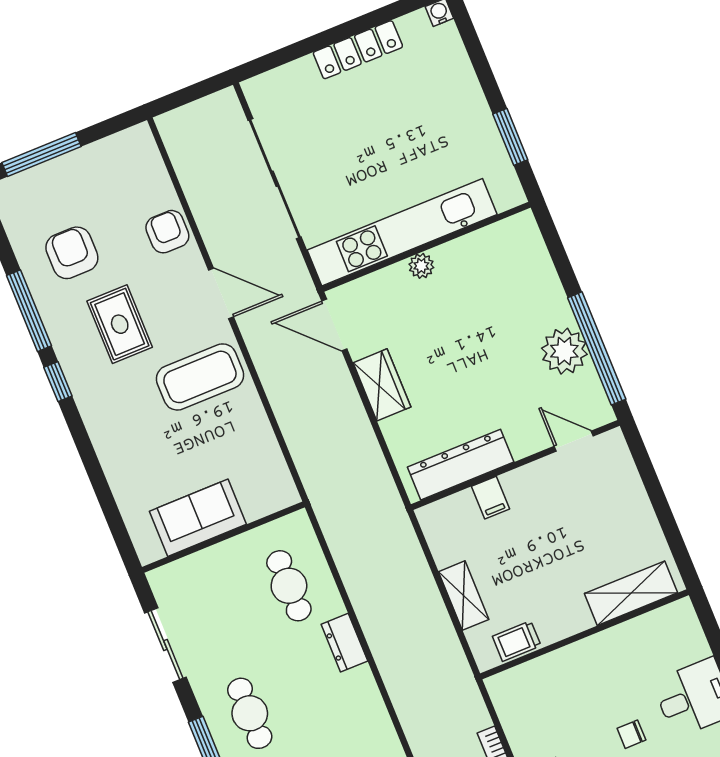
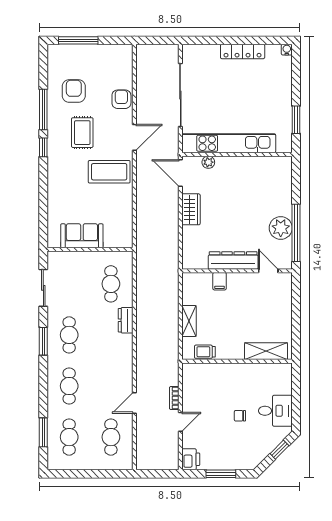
plant: (421, 266) -> (208, 162), moved
door: (221, 293) -> (134, 137), hinge flipped
dresser: (461, 465) -> (233, 261), moved

